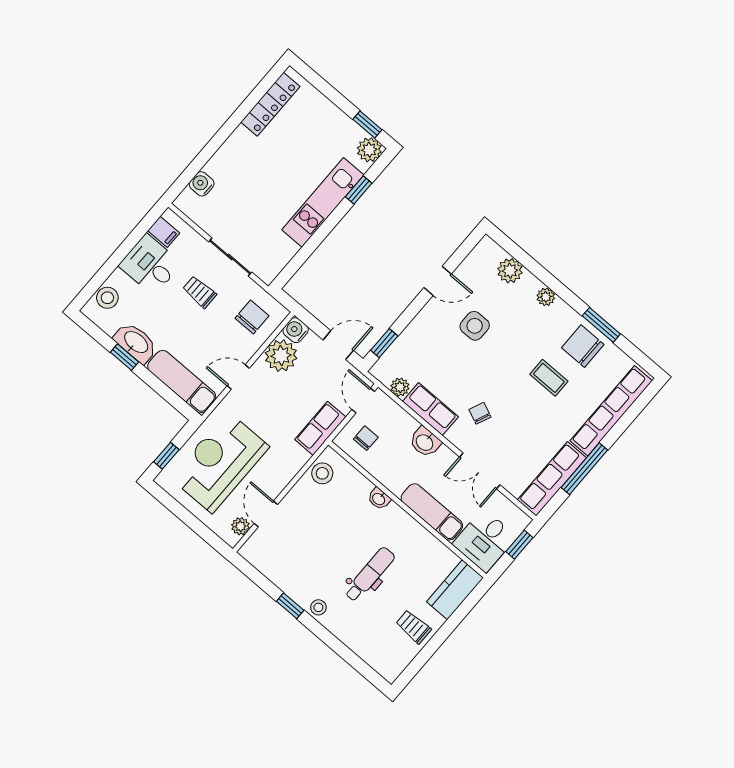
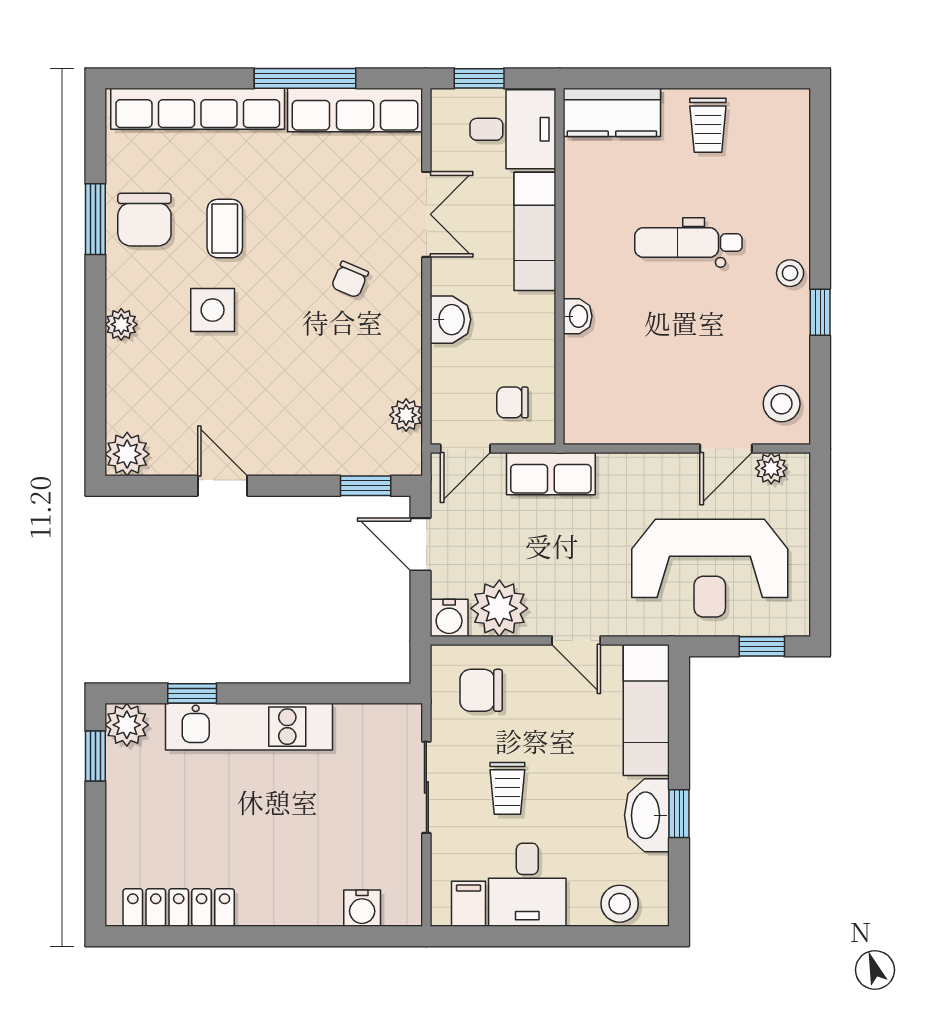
plant: (510, 271) -> (127, 454), moved
side table: (475, 326) -> (213, 310), moved
row of seats: (430, 409) -> (401, 350), removed
stool: (322, 473) -> (782, 404), moved

